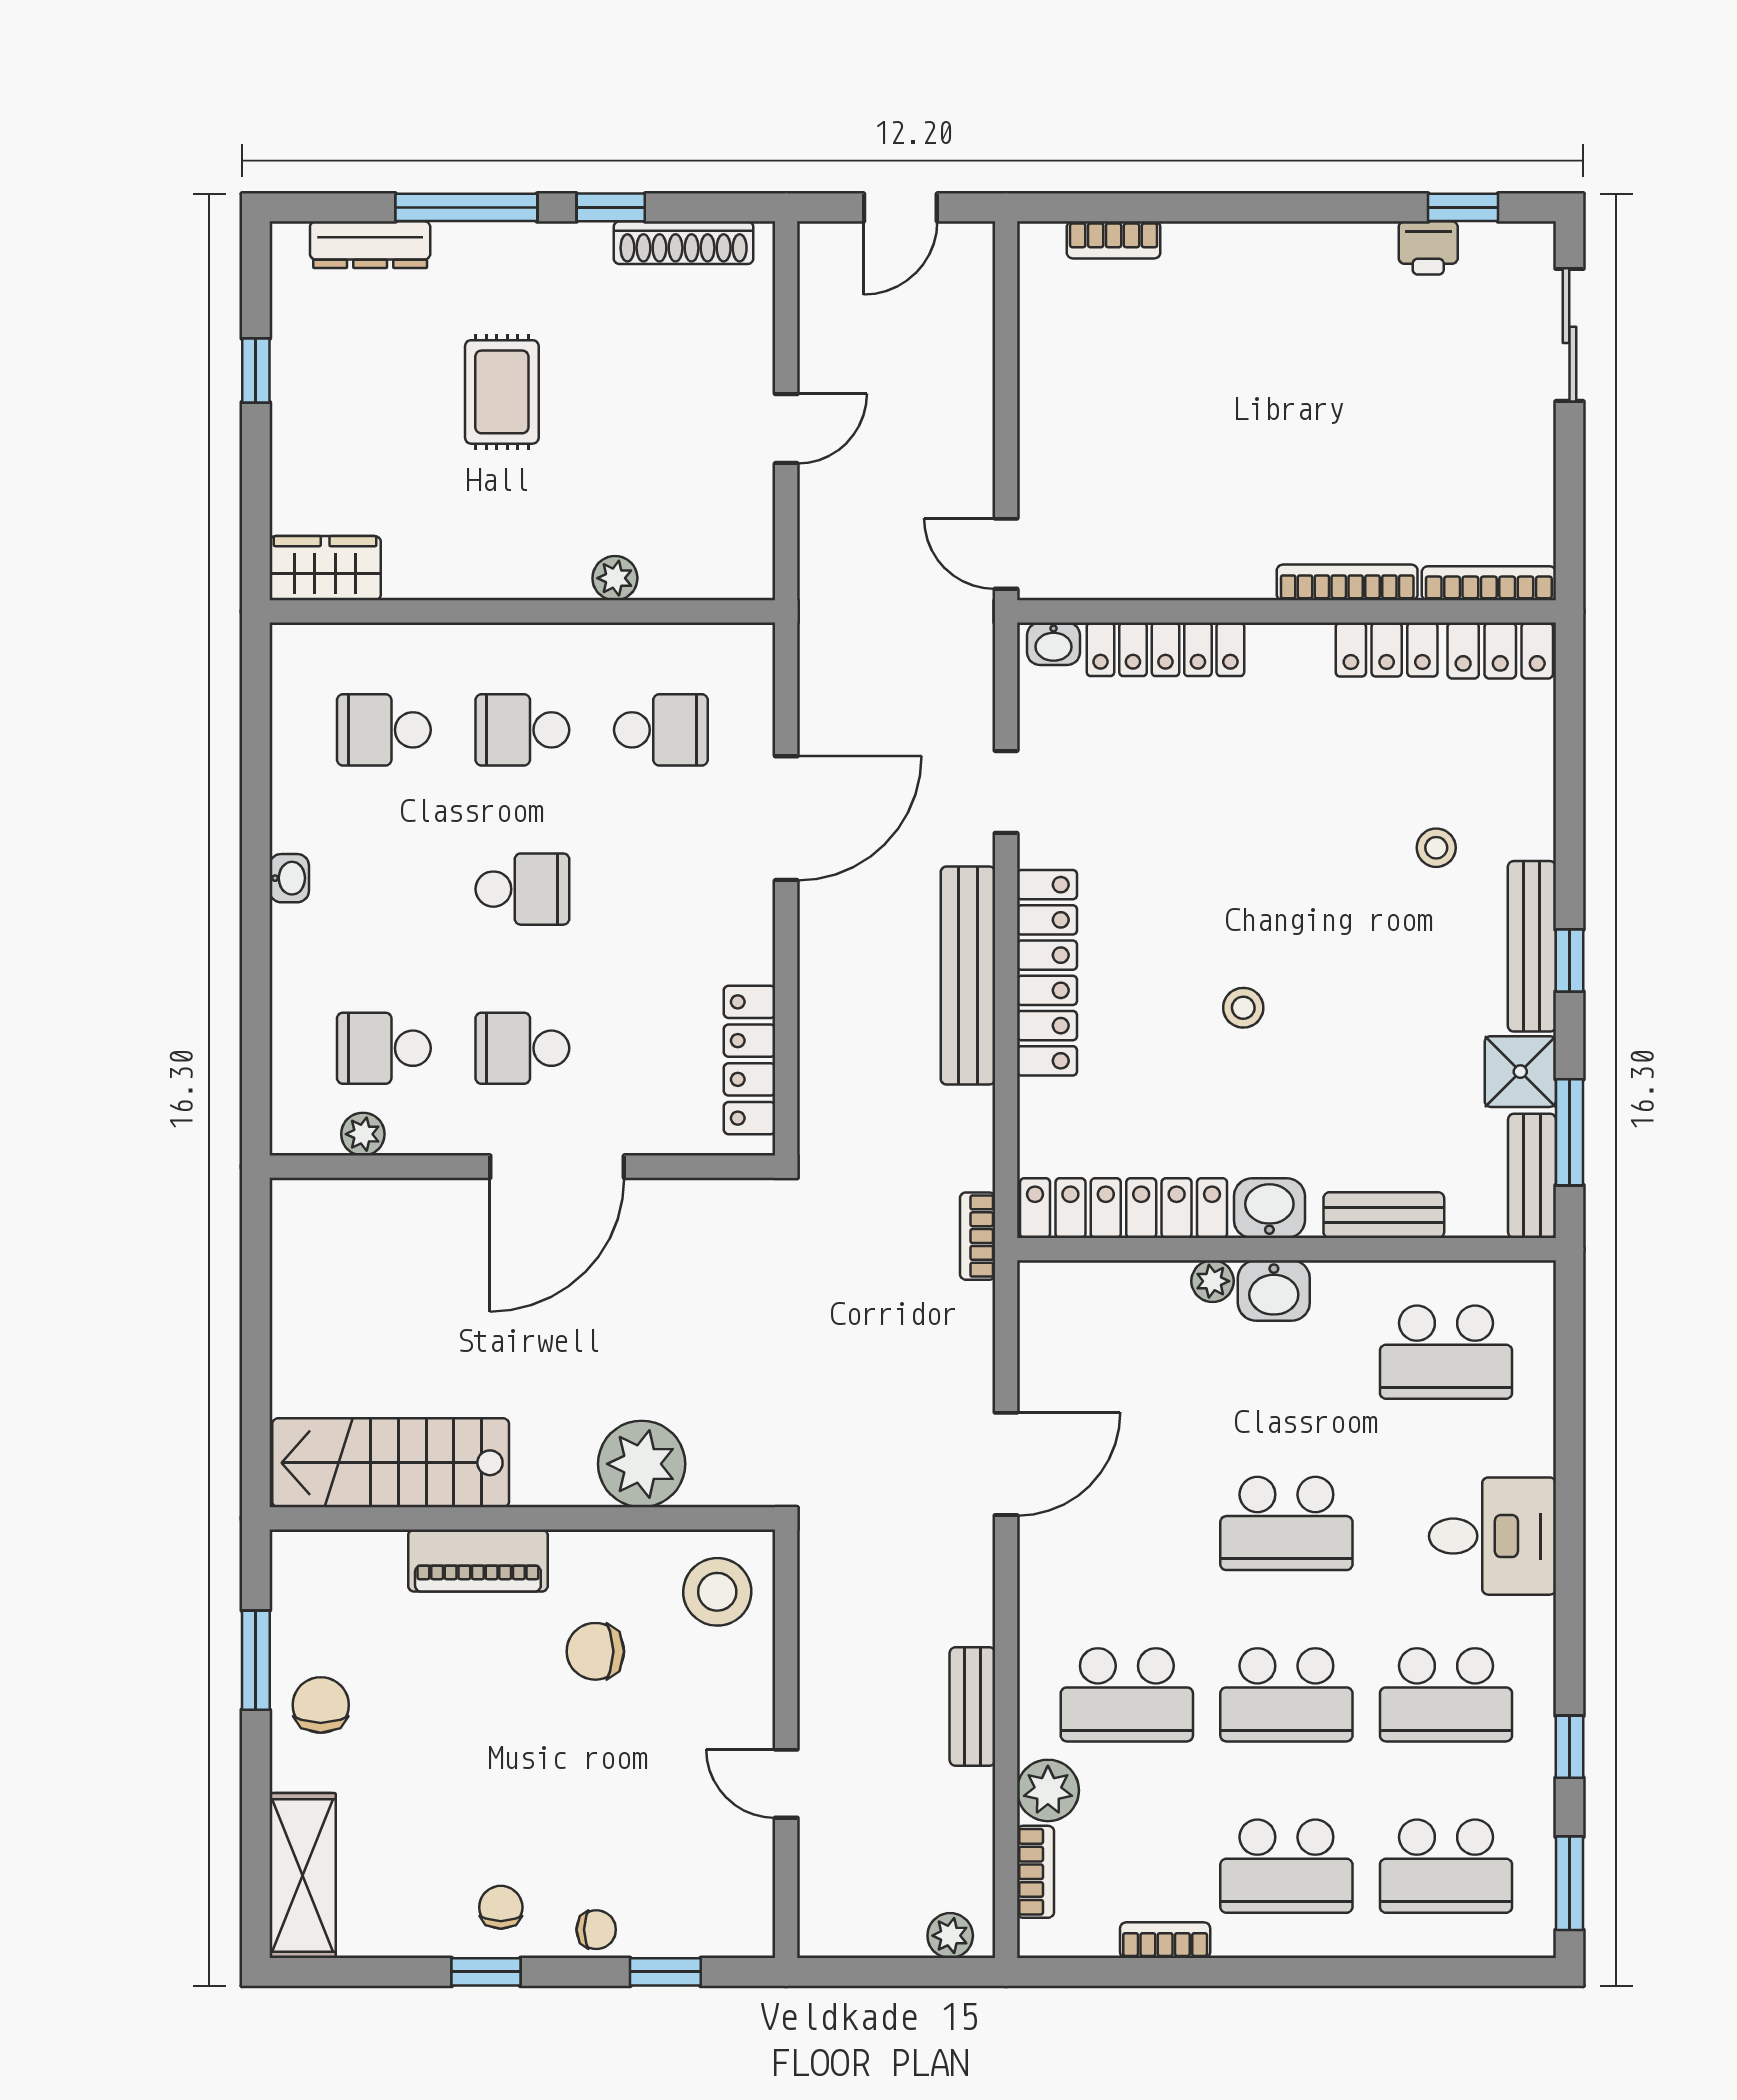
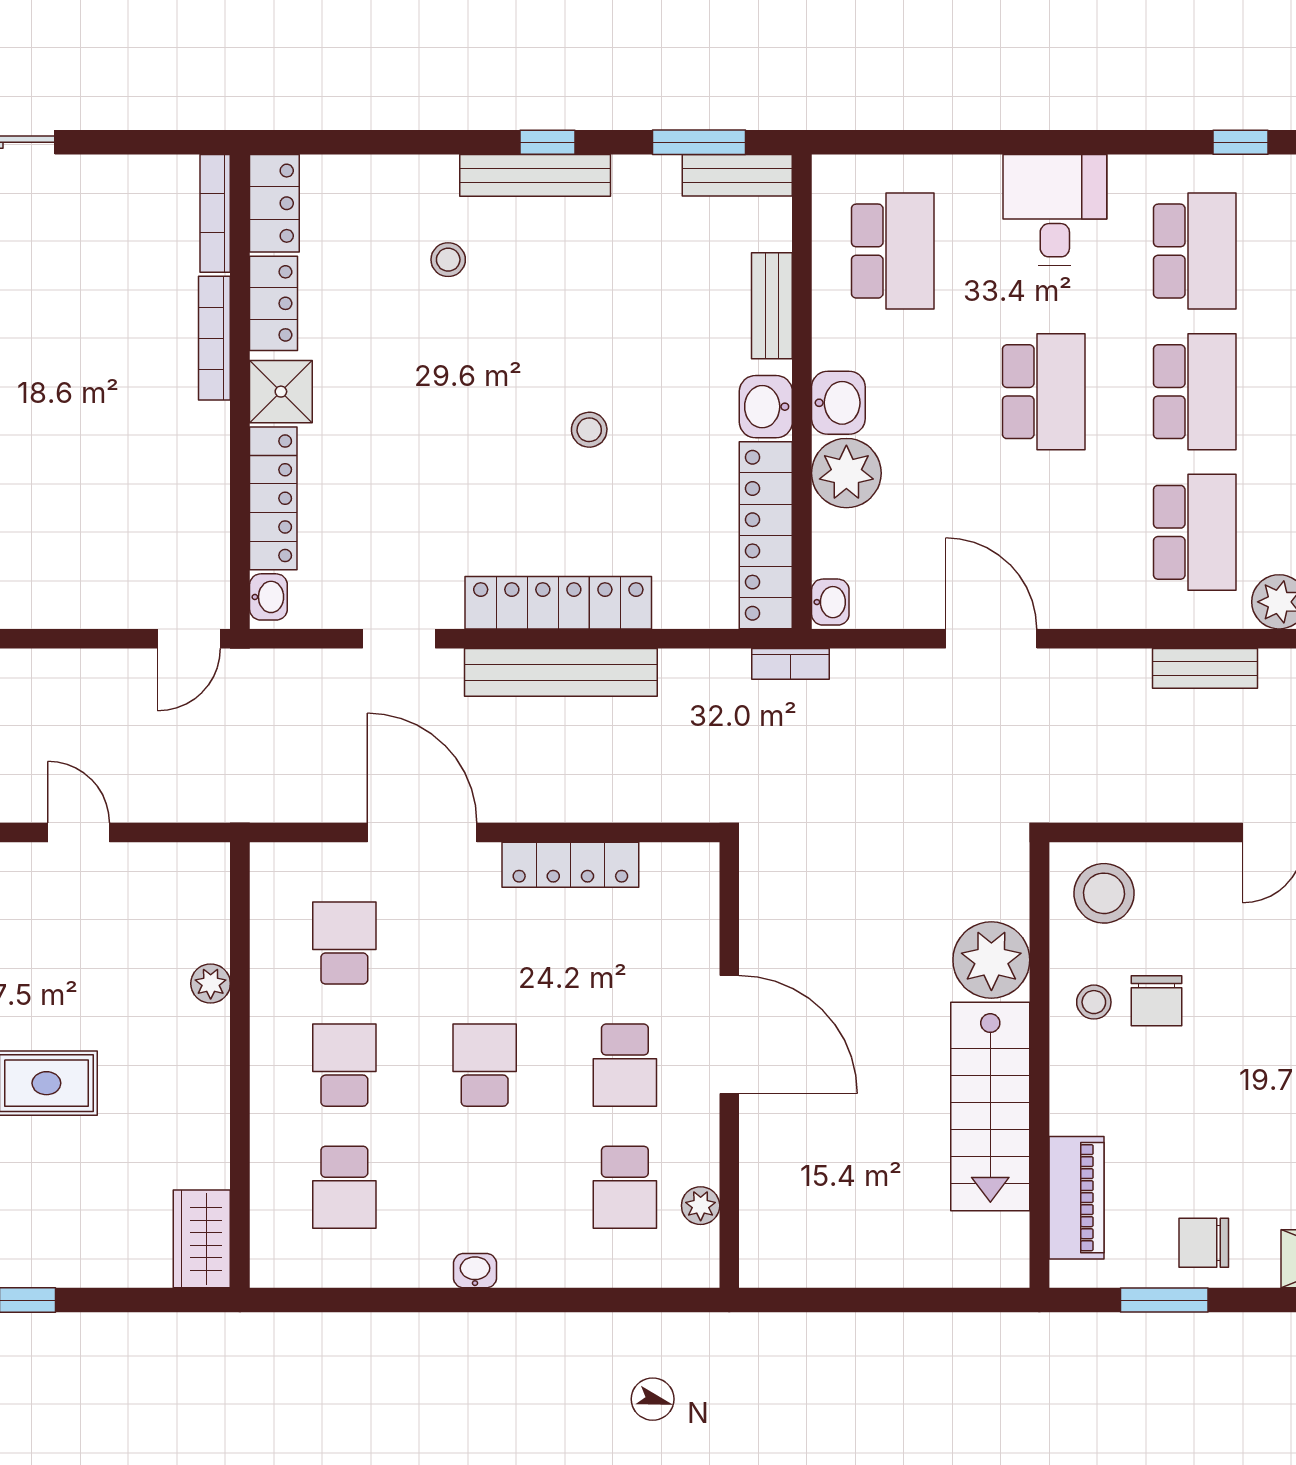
school desk: (522, 730) -> (344, 1065), turned 180
locker: (750, 1060) -> (570, 865), moved
shower: (1520, 1072) -> (281, 392), moved
washbasin: (1048, 1281) -> (830, 602), added
plant: (1212, 1281) -> (846, 473), width x1.88, depth x1.88
stairs: (391, 1463) -> (990, 1106), moved
piano: (478, 1561) -> (1076, 1198), moved
stool: (594, 1580) -> (1094, 1002), added

